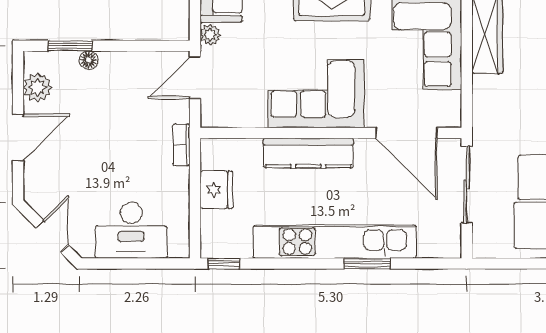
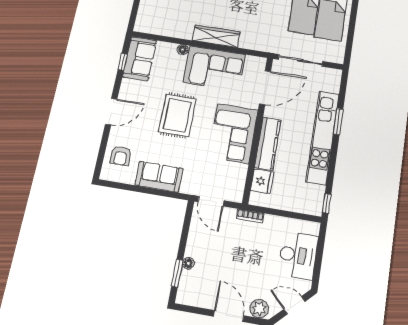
plant: (210, 35) -> (187, 188), removed
plant: (38, 87) -> (259, 309), moved
fridge: (216, 190) -> (262, 181), moved, turned 90

